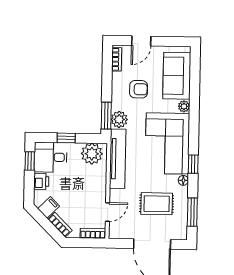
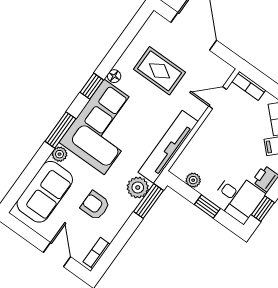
door: (141, 41) -> (57, 255), hinge flipped
plant: (92, 154) -> (193, 180), width x0.53, depth x0.53
window: (192, 212) -> (60, 130), moved

